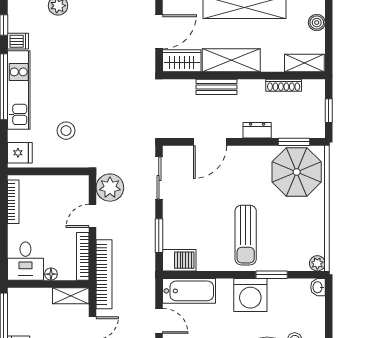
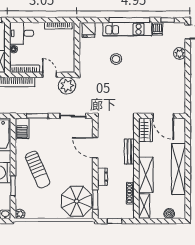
shelving: (231, 60) -> (146, 175), moved
stool: (66, 131) -> (116, 59), moved
sun lounger: (246, 235) -> (38, 170), turned -113

